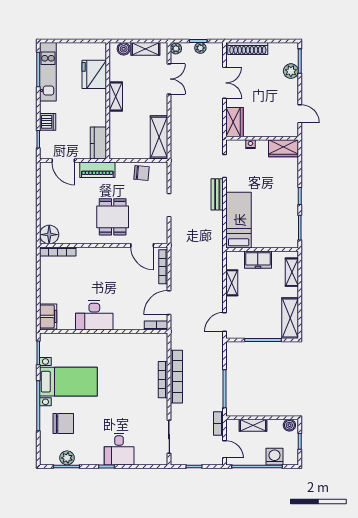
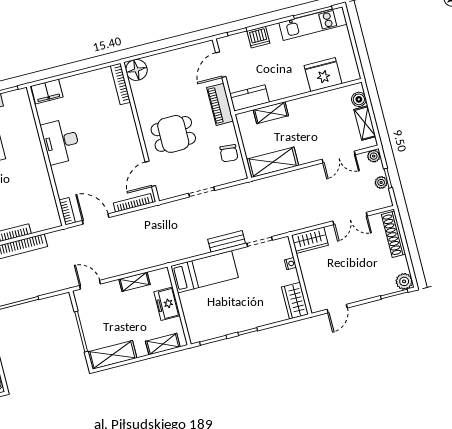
plant: (291, 71) -> (404, 281), moved
shelving: (116, 97) -> (271, 113), moved

